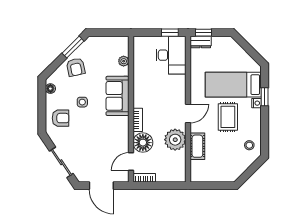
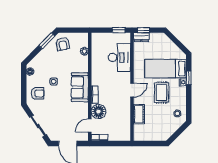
desk: (171, 55) -> (119, 57), moved
armchair: (76, 67) -> (63, 44), moved
sofa: (118, 96) -> (80, 87), moved
plant: (175, 140) -> (122, 109), removed

